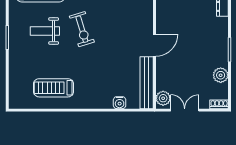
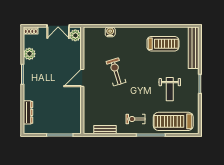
exercise bike: (82, 29) -> (116, 72), moved
weight bench: (45, 31) -> (170, 89), turned 90
bench: (147, 83) -> (194, 48), moved

